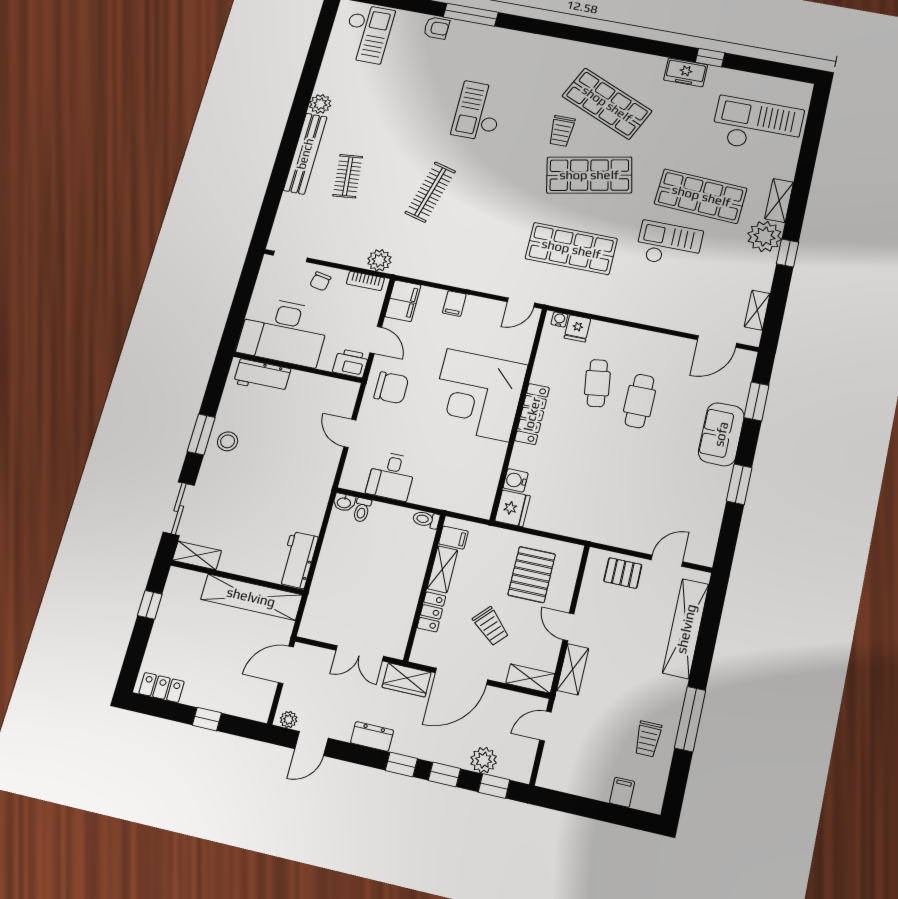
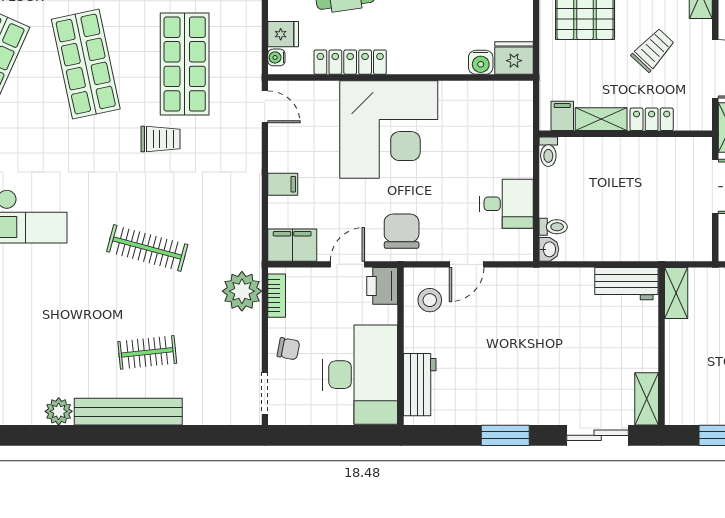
trolley: (562, 131) -> (161, 139), moved
plant: (379, 260) -> (242, 291), width x1.36, depth x1.36
locker: (532, 414) -> (350, 62), moved
stool: (228, 441) -> (430, 300), moved
shelving: (251, 597) -> (676, 293), width x0.45, depth x0.75

